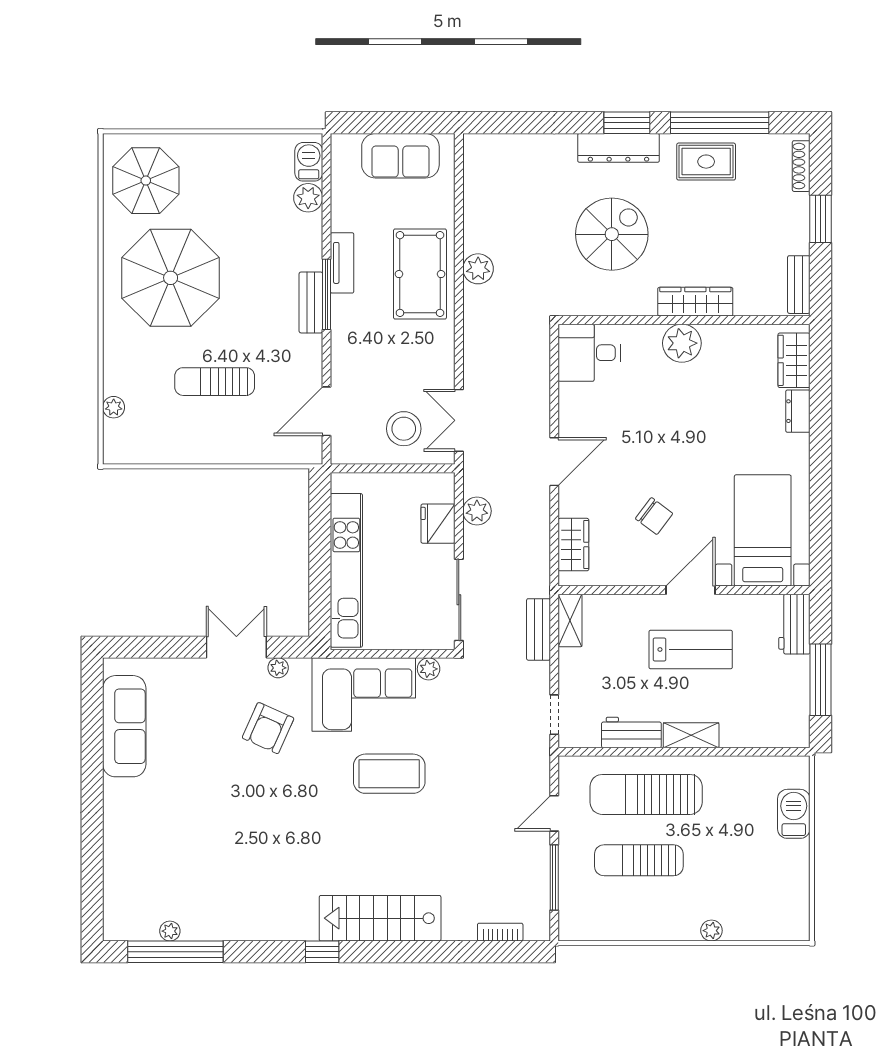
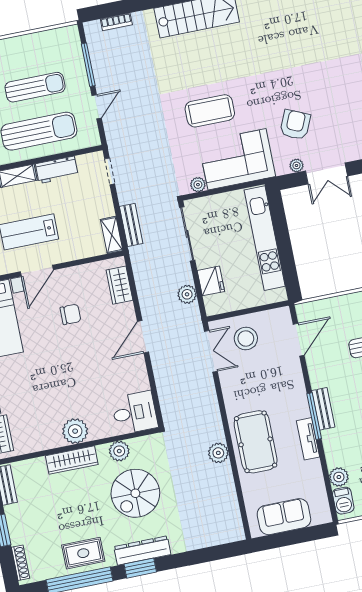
plant: (623, 301) -> (119, 451), added
chair: (654, 516) -> (70, 314), turned 143

